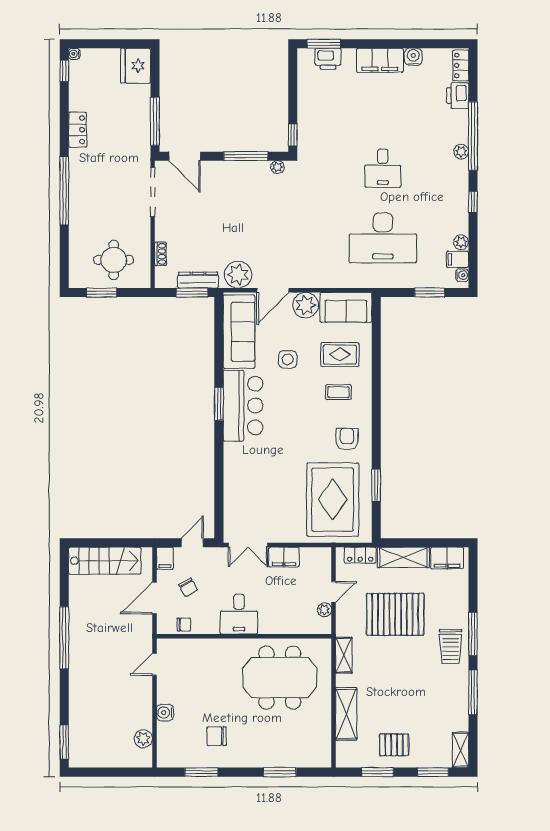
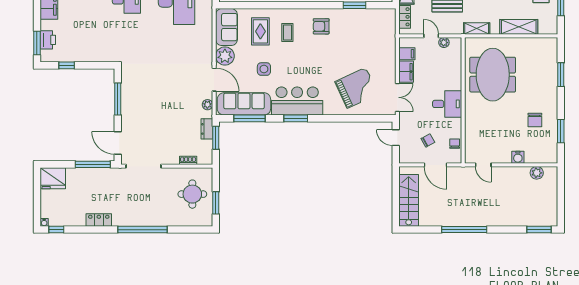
window: (293, 135) -> (67, 65), moved
door: (185, 156) -> (118, 143), swing flipped
plant: (277, 167) -> (126, 76), removed
plant: (238, 275) -> (207, 105), width x0.53, depth x0.53
dresser: (198, 280) -> (207, 129), width x0.70
window: (219, 339) -> (250, 118), added
grand piano: (261, 488) -> (357, 88), added
rug: (333, 500) -> (365, 37), removed
filing cabinet: (165, 558) -> (407, 54), moved

